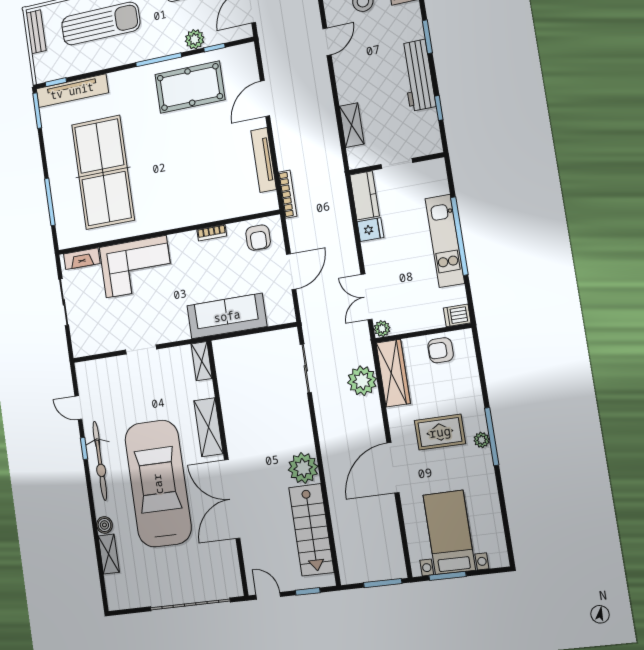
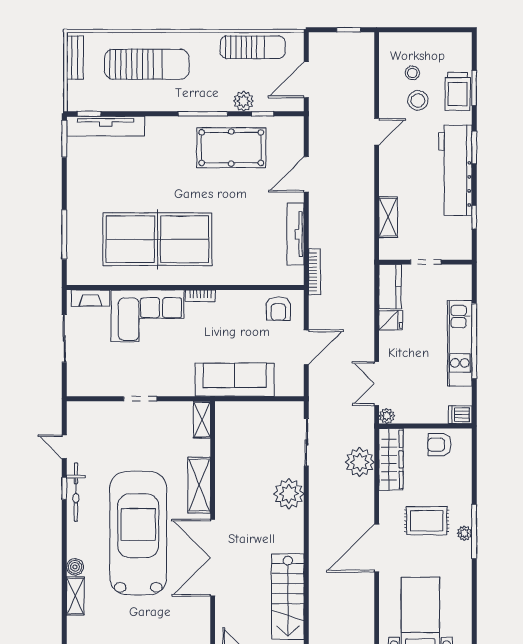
workbench: (418, 75) -> (455, 170), width x1.36, depth x1.32
table tennis table: (103, 172) -> (157, 239), moved, turned 90
bookcase: (212, 233) -> (200, 296), moved
bicycle: (100, 461) -> (76, 492), width x0.73, depth x0.71
plant: (303, 468) -> (289, 494), moved

